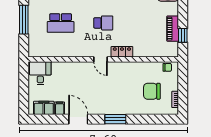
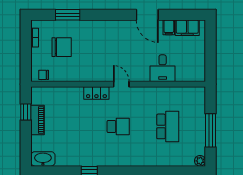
school desk: (61, 23) -> (168, 126), turned 90
school desk: (103, 23) -> (118, 126), turned 180
desk: (40, 73) -> (163, 68), moved
window: (115, 119) -> (68, 15), moved

